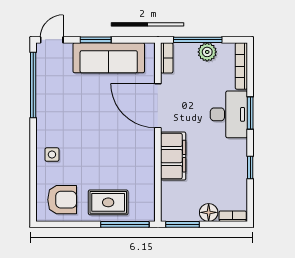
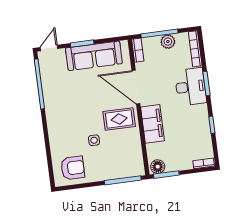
side table: (52, 155) -> (94, 140), moved
rug: (108, 202) -> (119, 119), moved
floor lamp: (209, 212) -> (158, 167), moved

